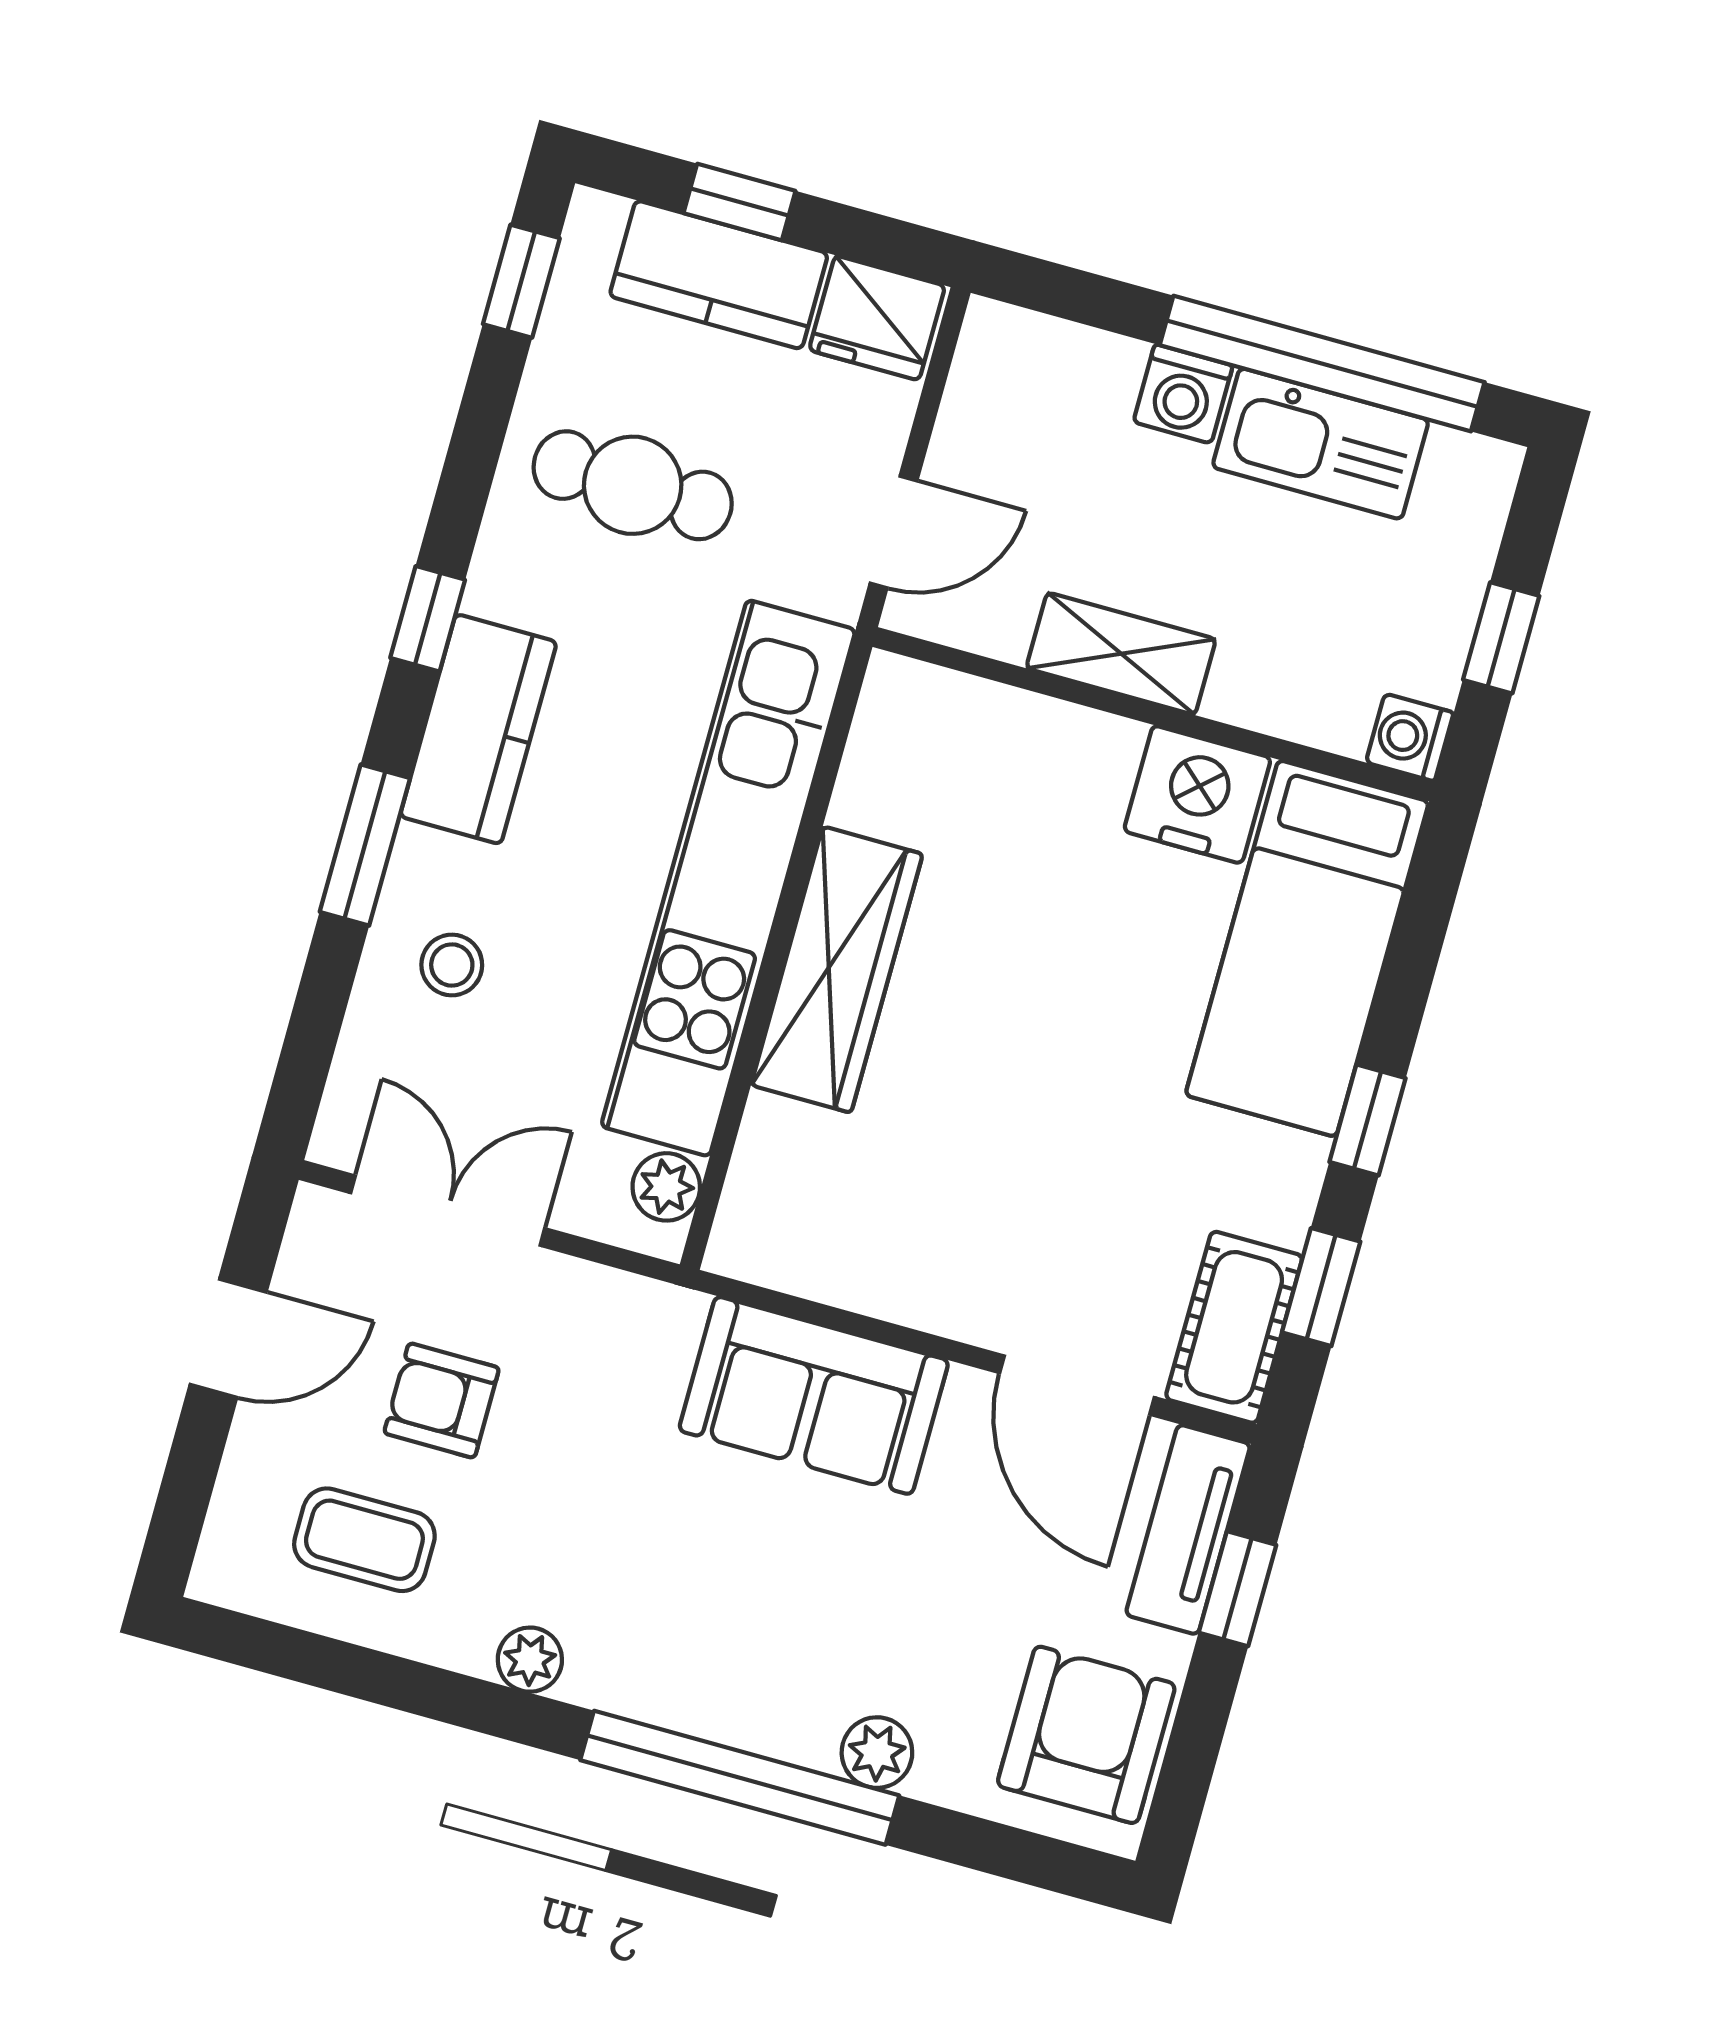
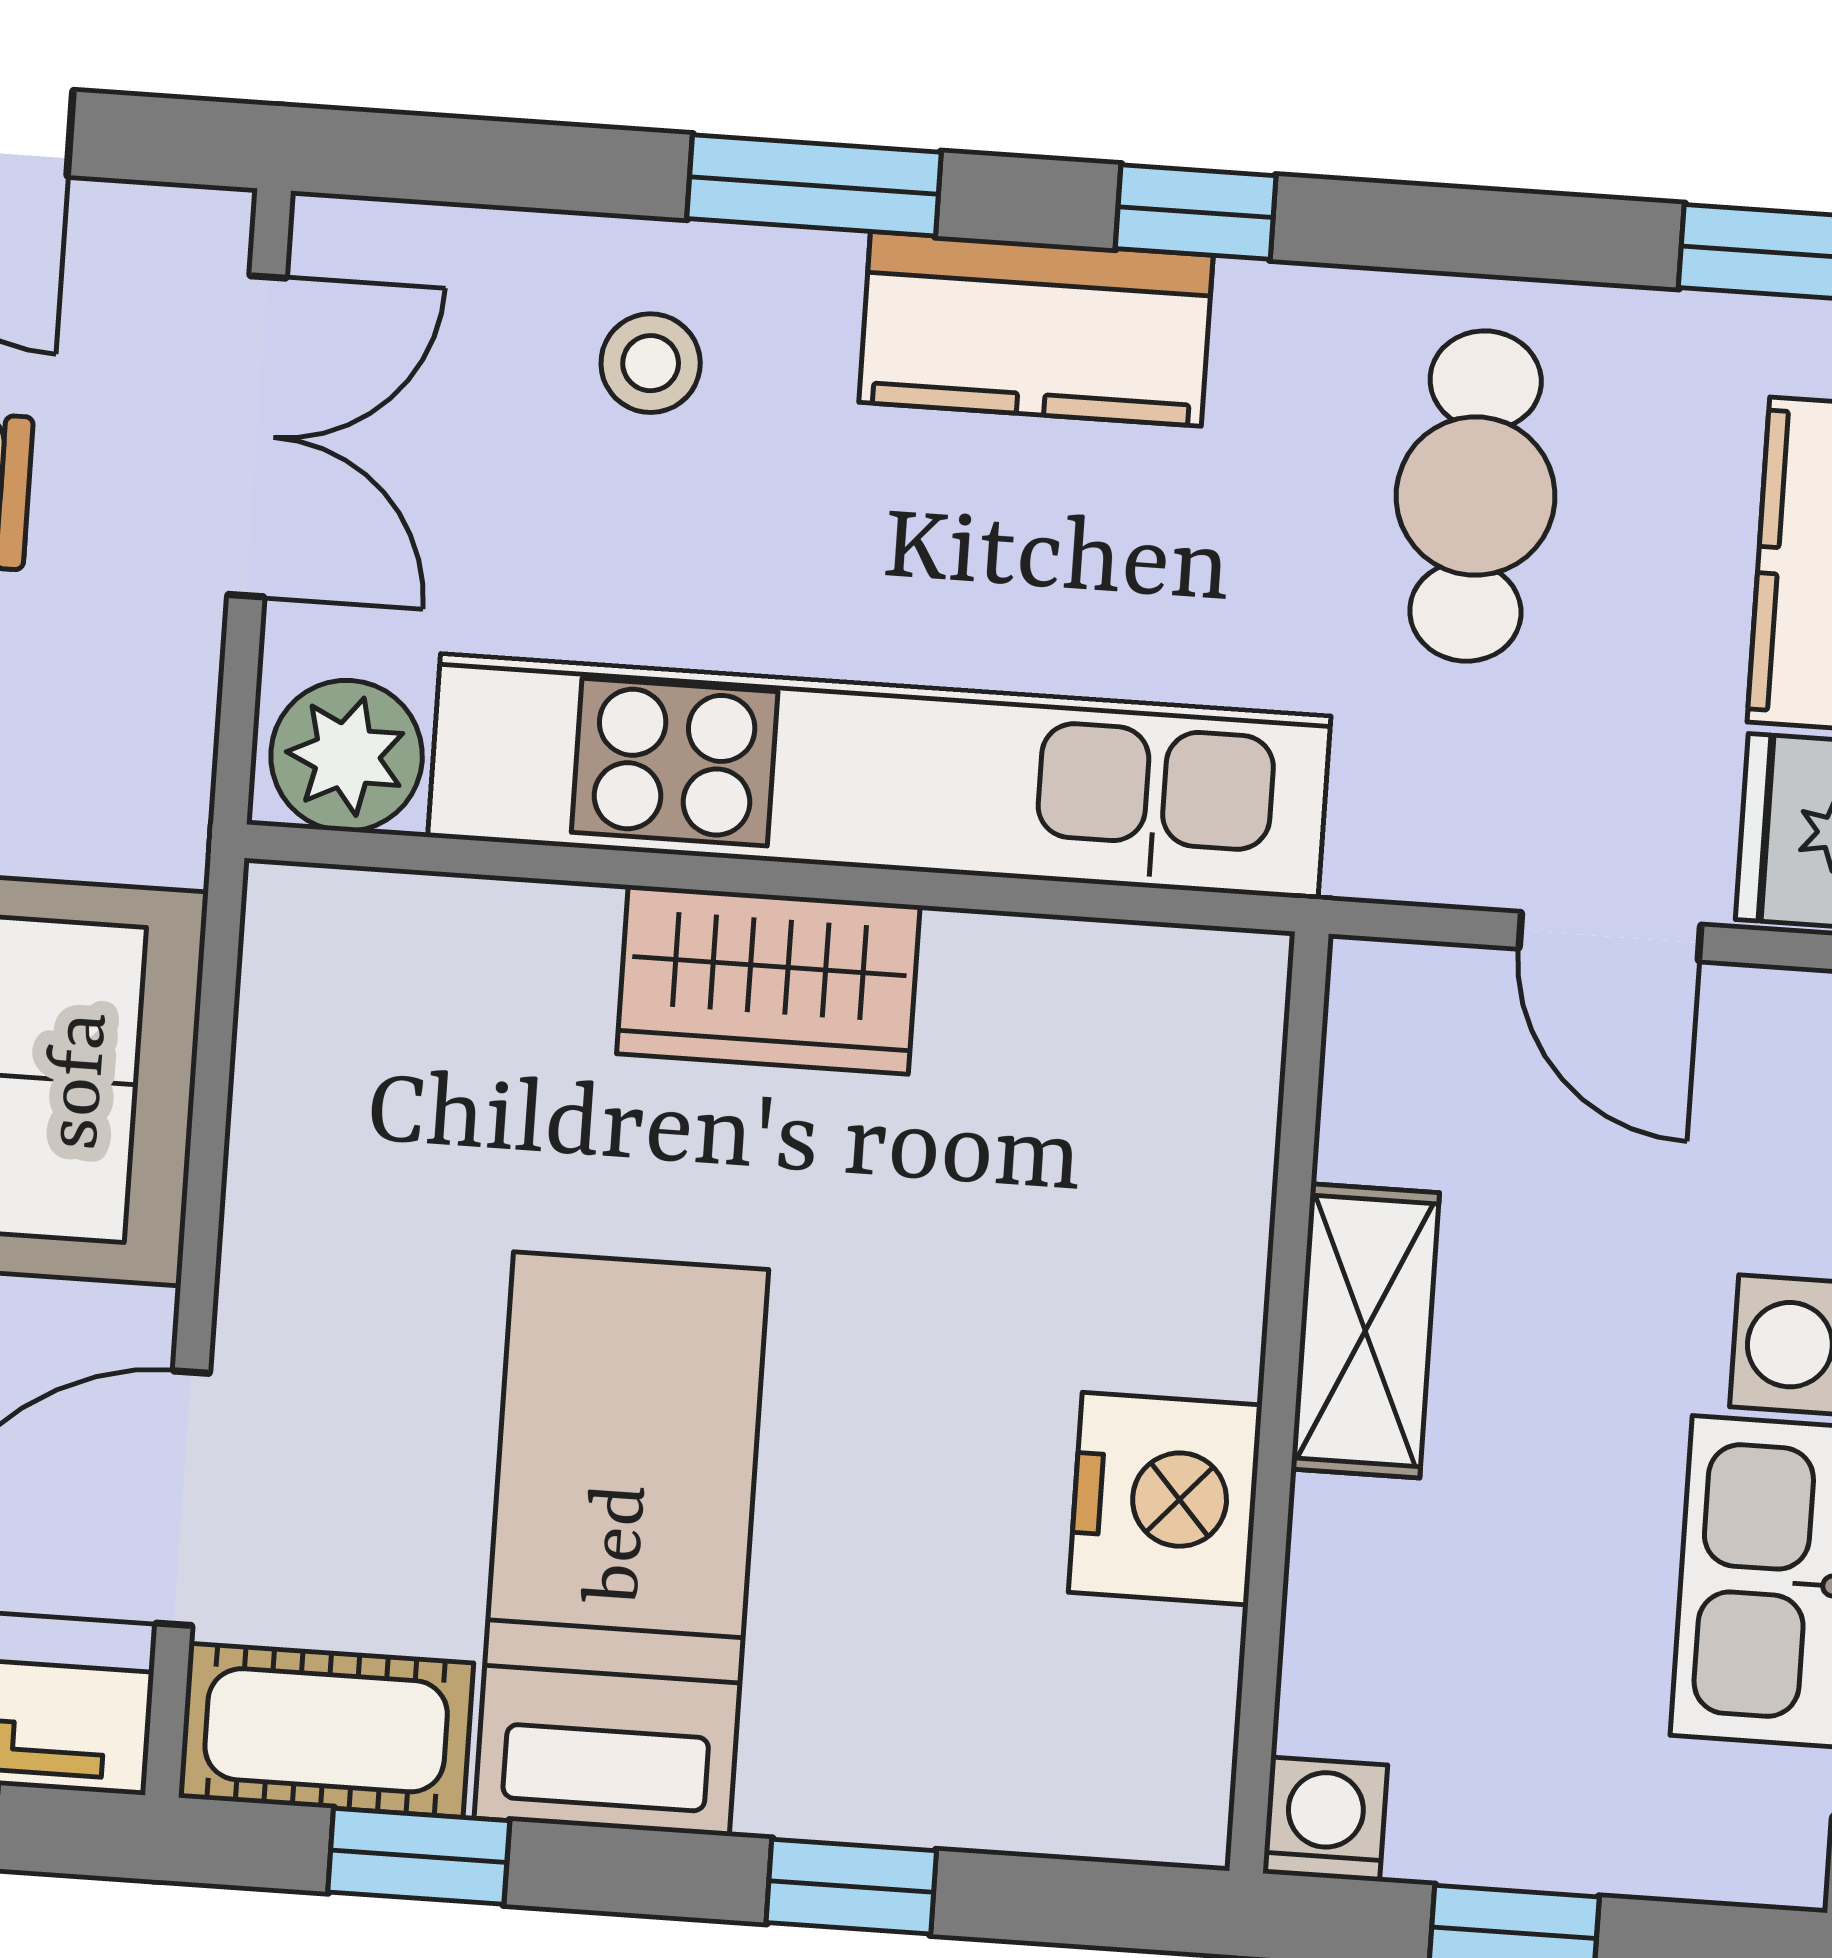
door: (894, 532) -> (1610, 937), moved
bed: (1307, 948) -> (621, 1544), moved, turned 90
wardrobe: (837, 970) -> (768, 980), width x0.67
window: (1367, 1120) -> (851, 1887), moved
plant: (666, 1187) -> (347, 756), width x1.38, depth x1.38

